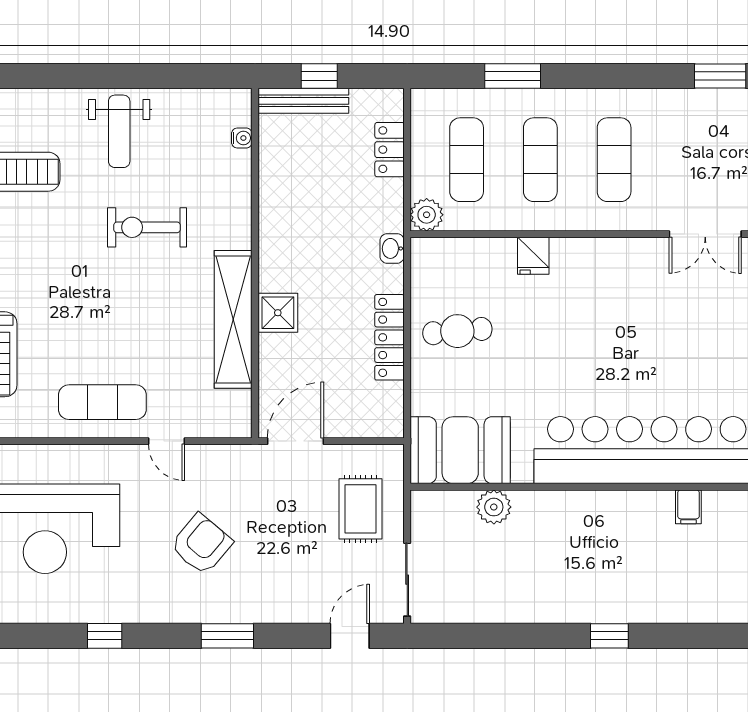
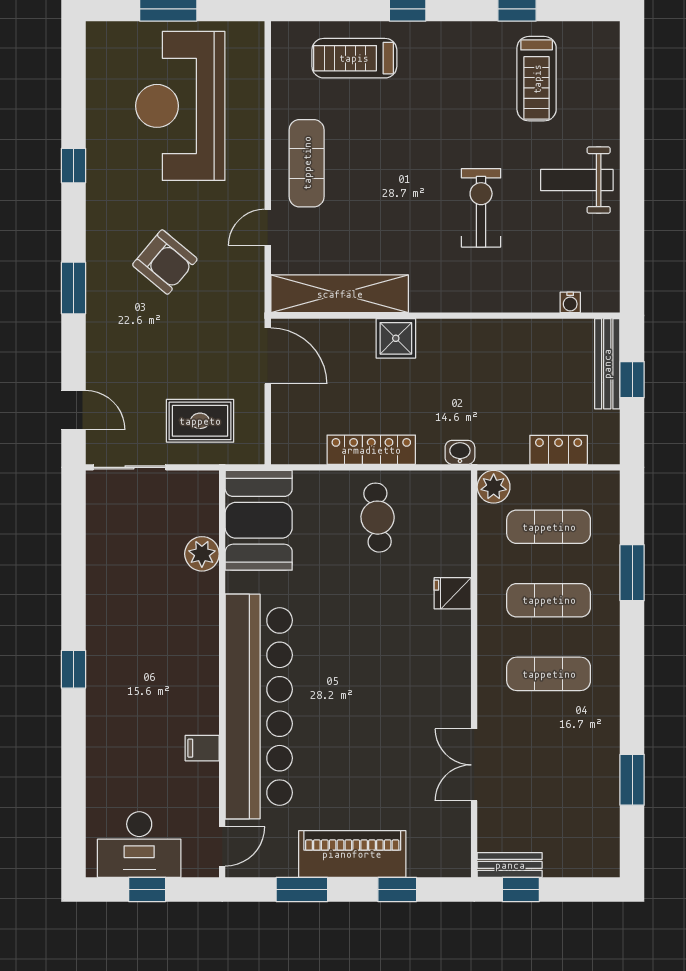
shelving: (233, 319) -> (340, 294), moved

